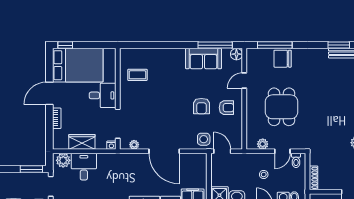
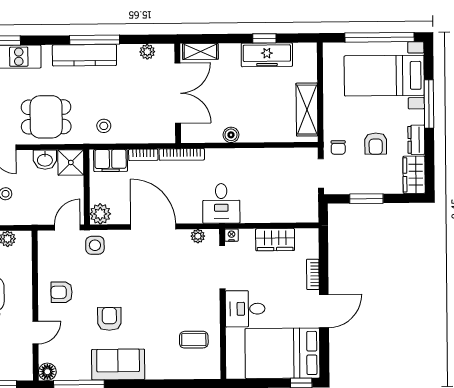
sofa: (203, 59) -> (118, 364), moved
armchair: (201, 106) -> (109, 319), moved
door: (222, 151) -> (67, 227), swing flipped
plant: (63, 160) -> (100, 214), moved
desk: (84, 167) -> (221, 203), moved
window: (31, 169) -> (366, 199), moved

